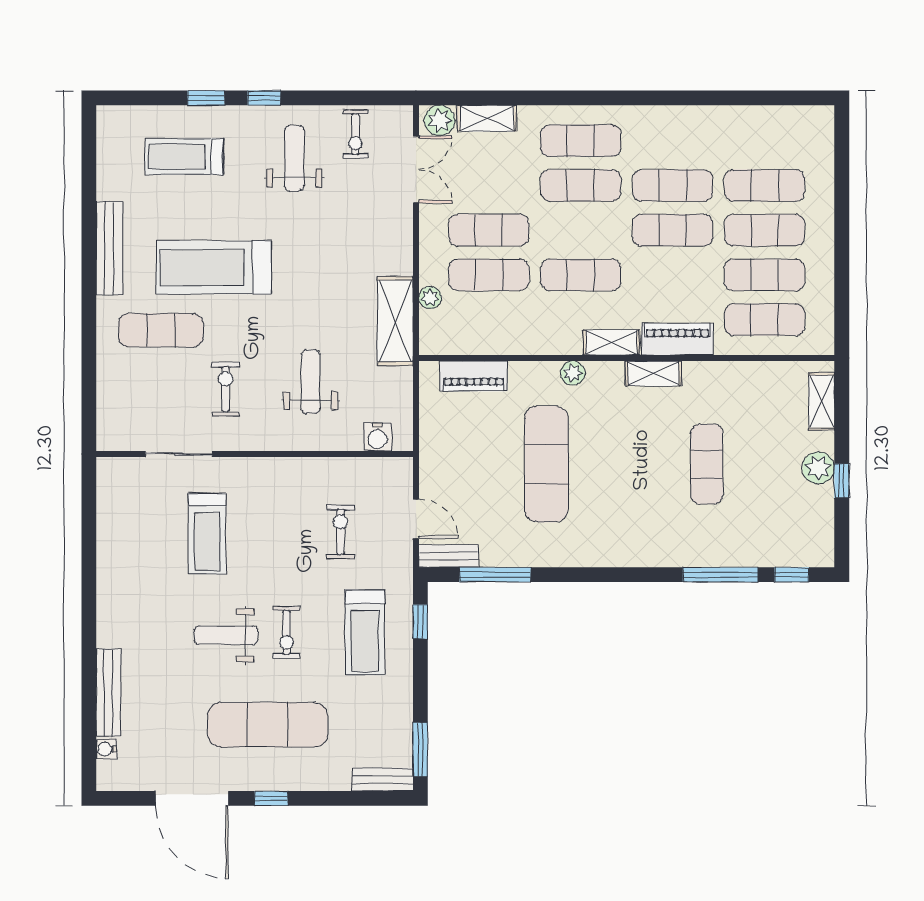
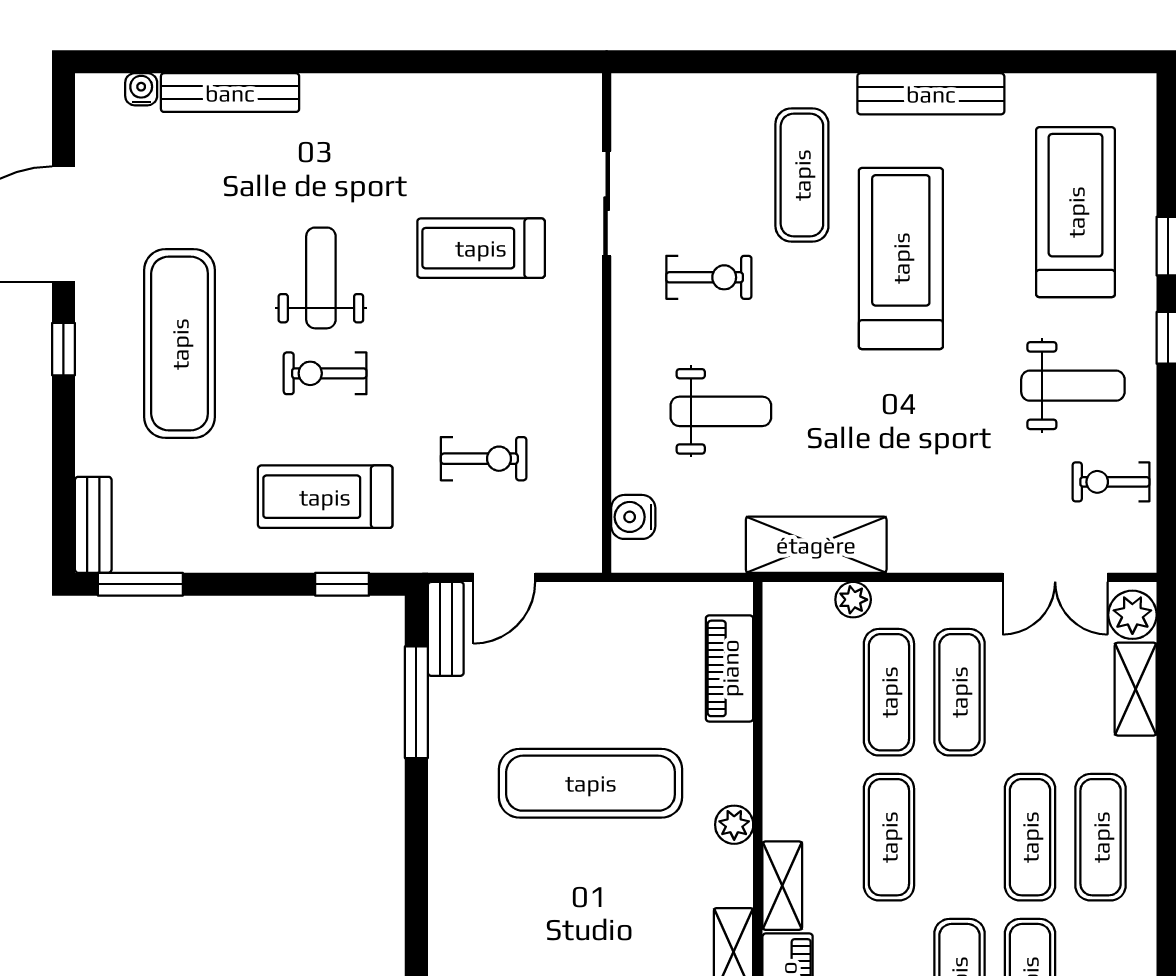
treadmill: (184, 157) -> (1076, 212), width x1.37, depth x1.38

